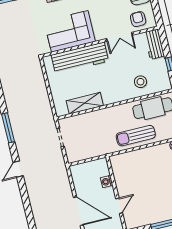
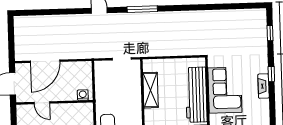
washing machine: (107, 182) -> (83, 95), moved

